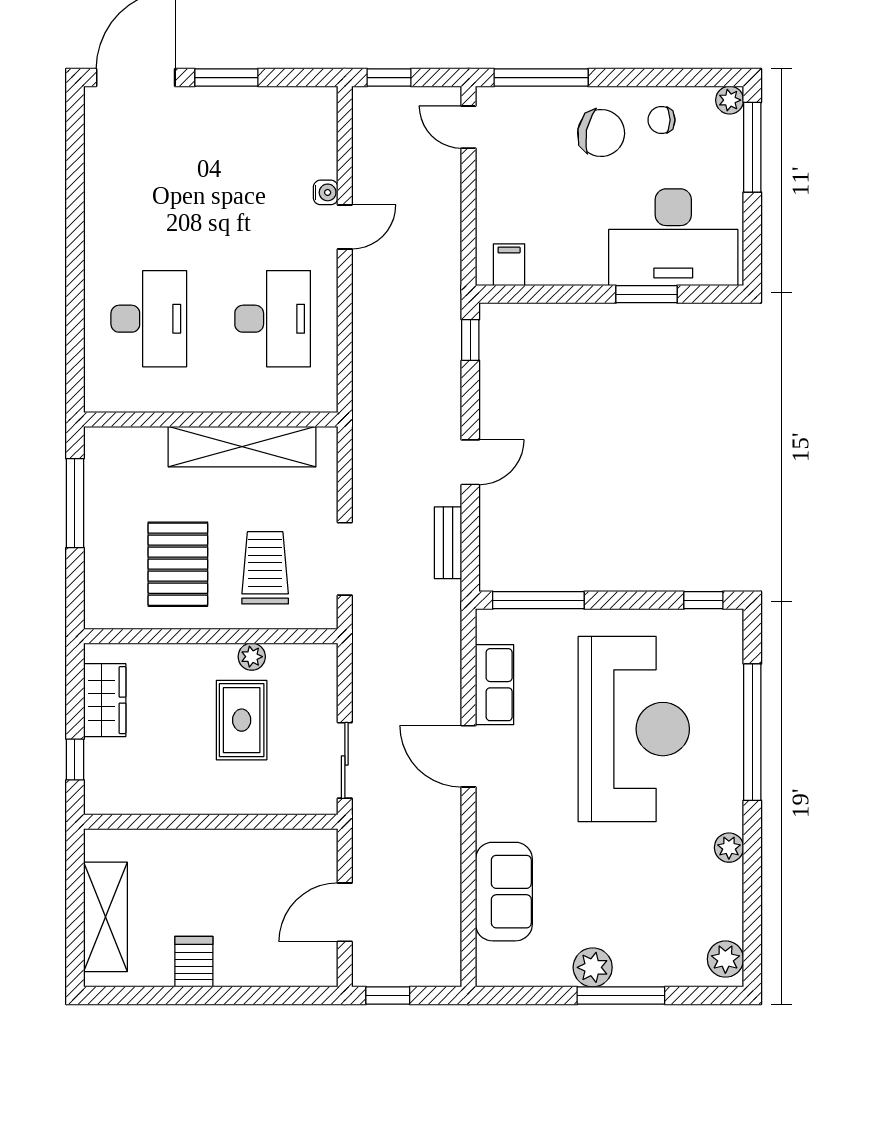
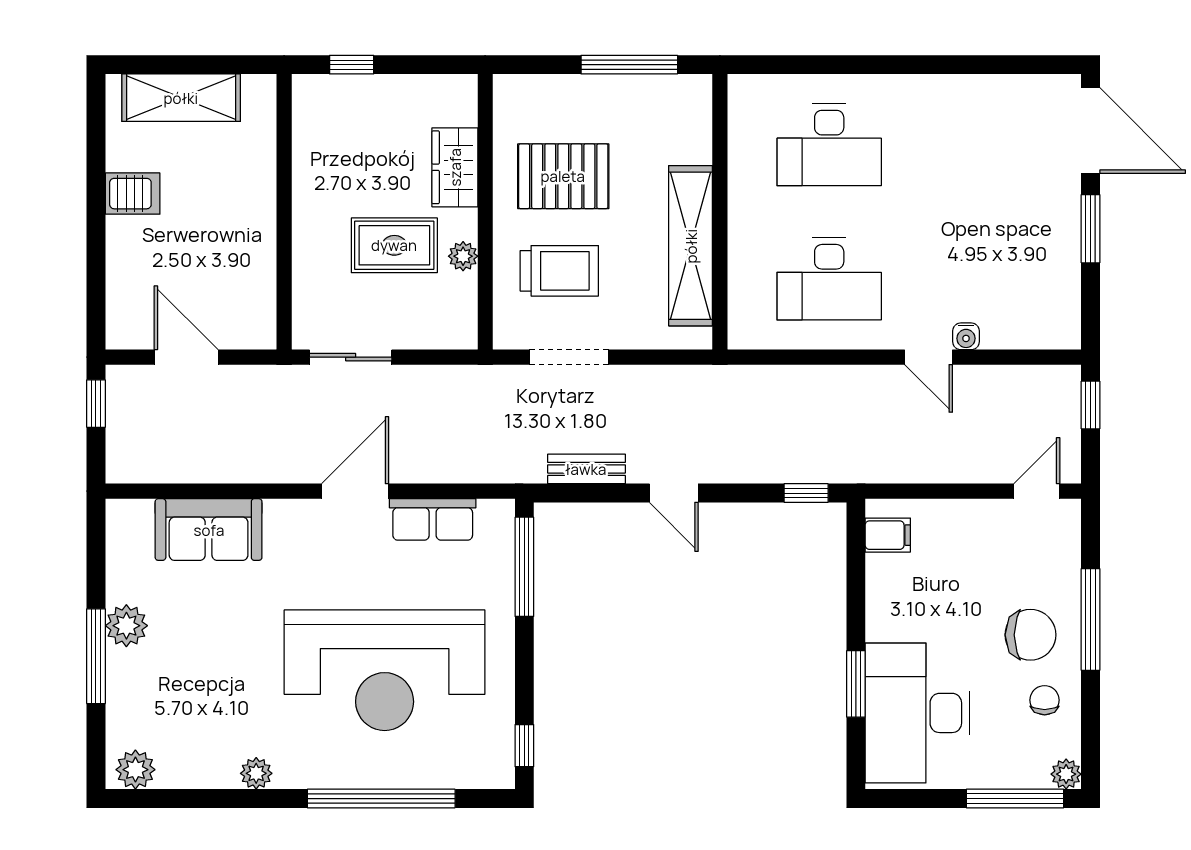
window: (541, 78) -> (1091, 619), moved
chair: (601, 133) -> (1030, 635), turned -101
wardrobe: (105, 700) -> (455, 167), moved, turned 90

